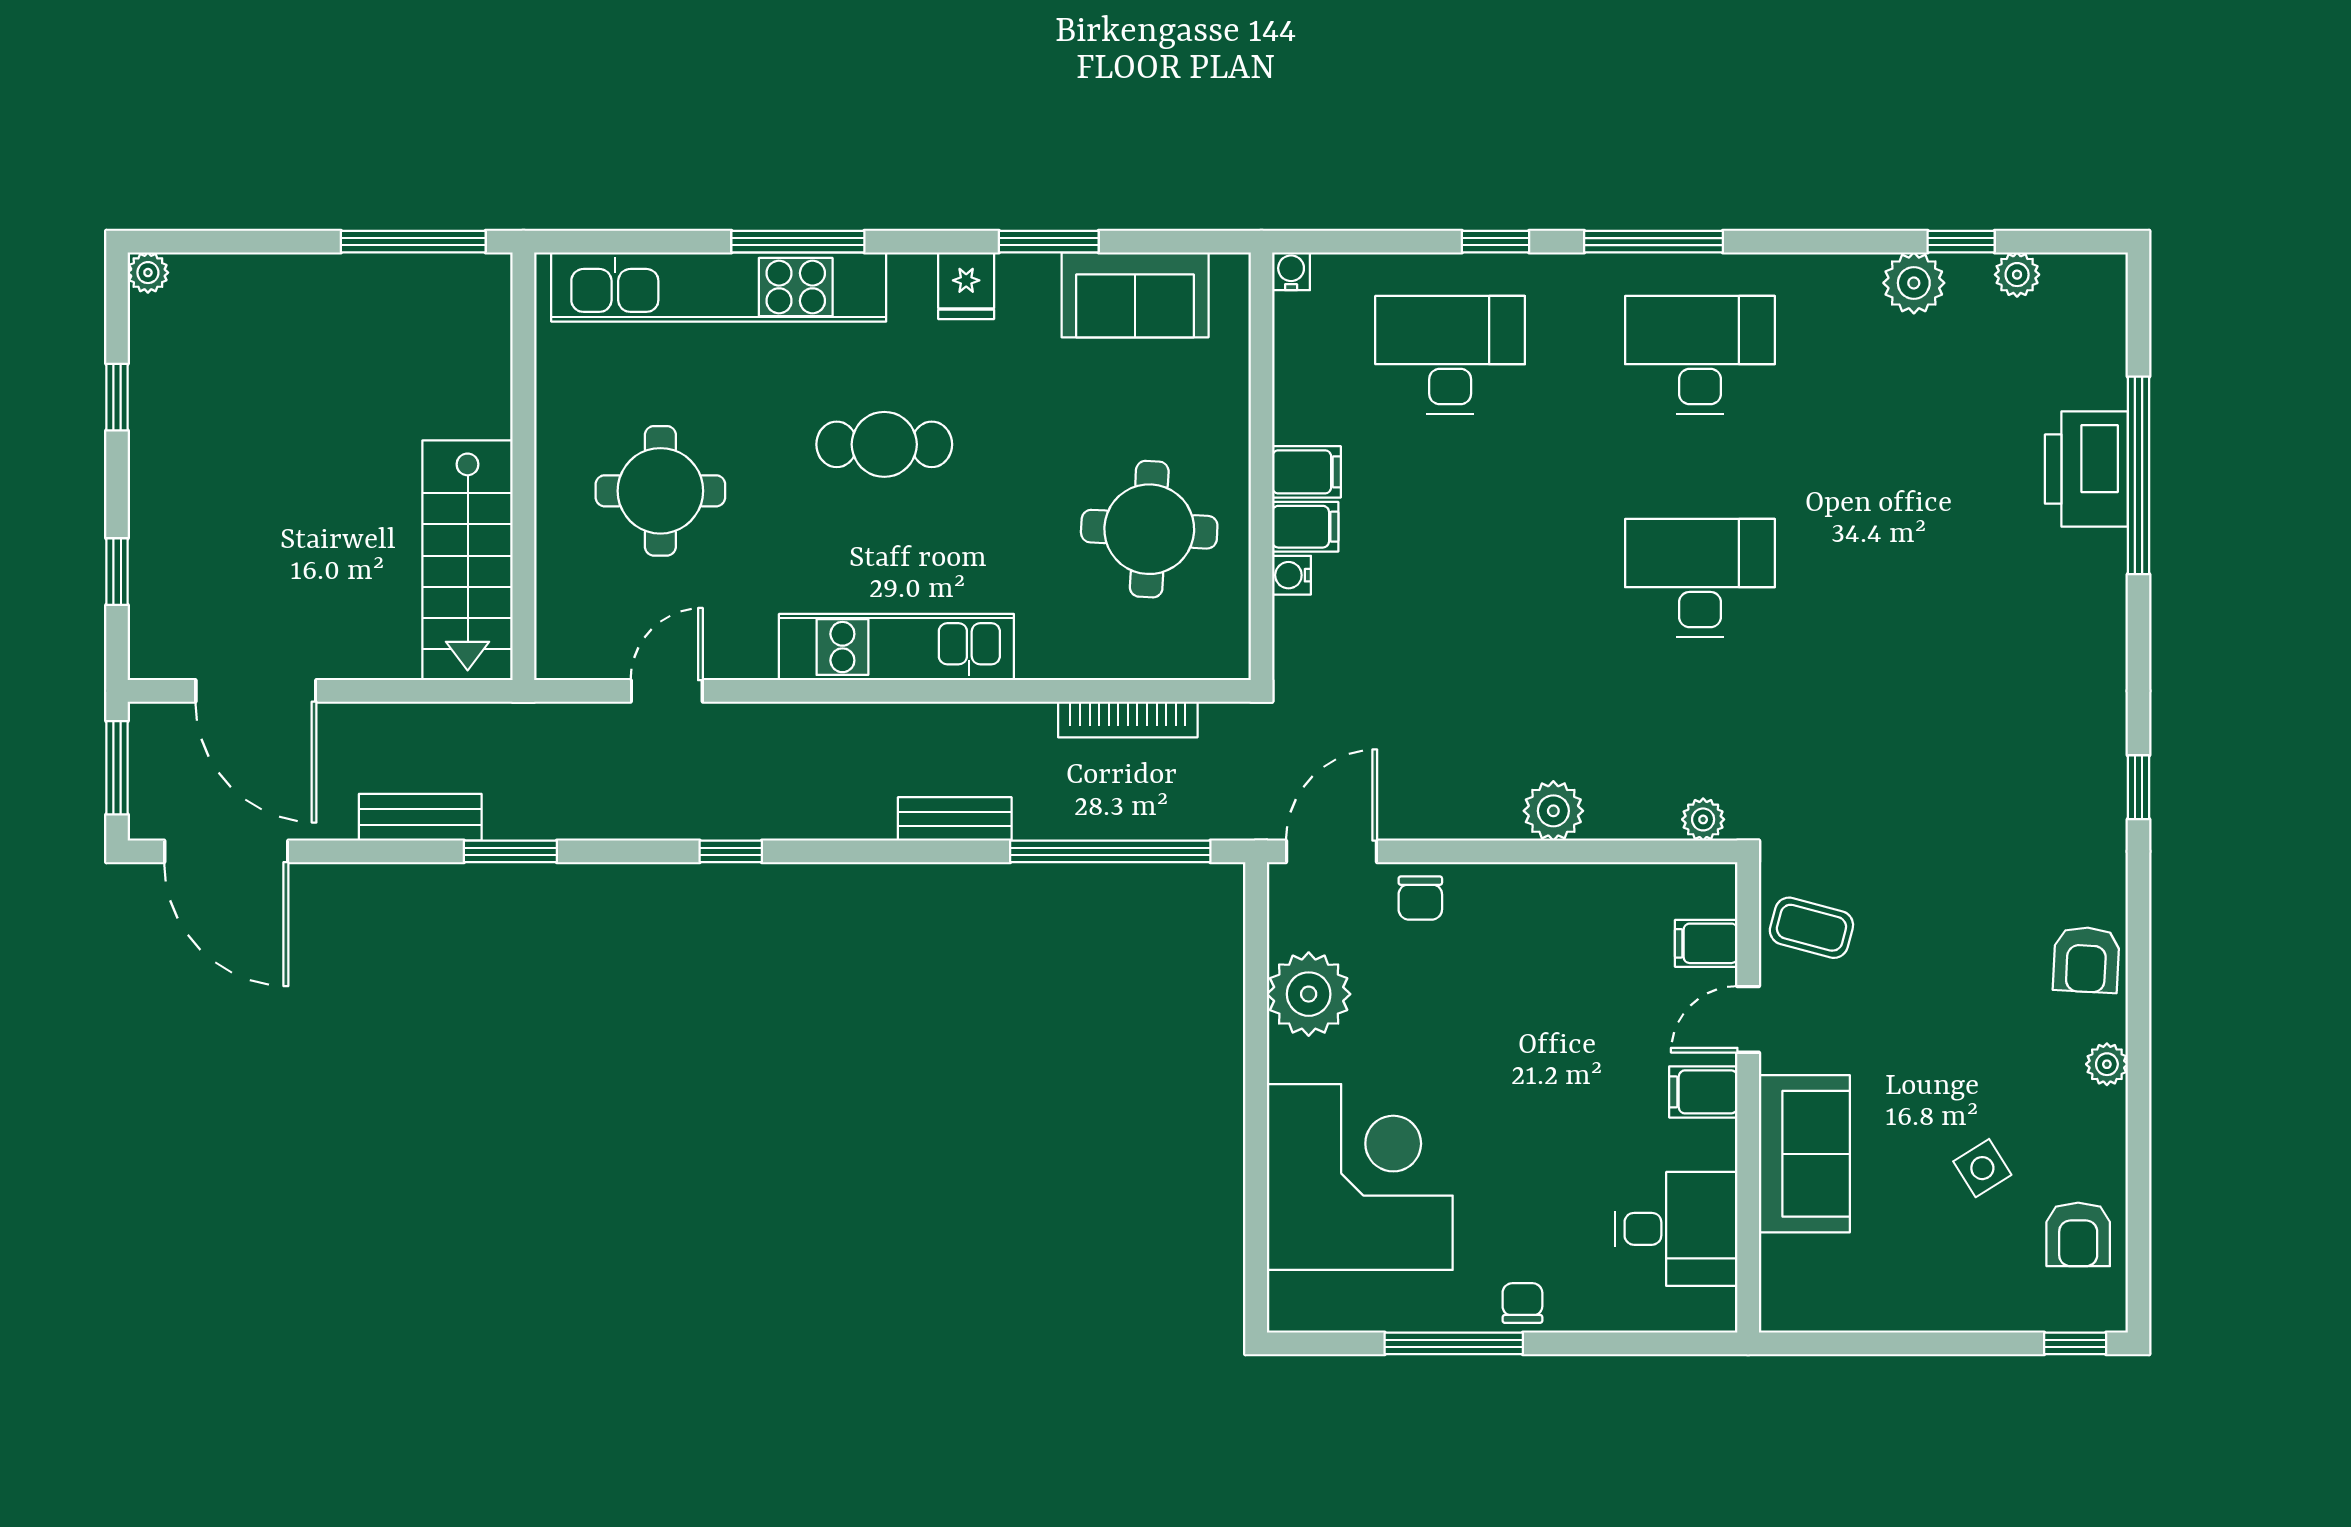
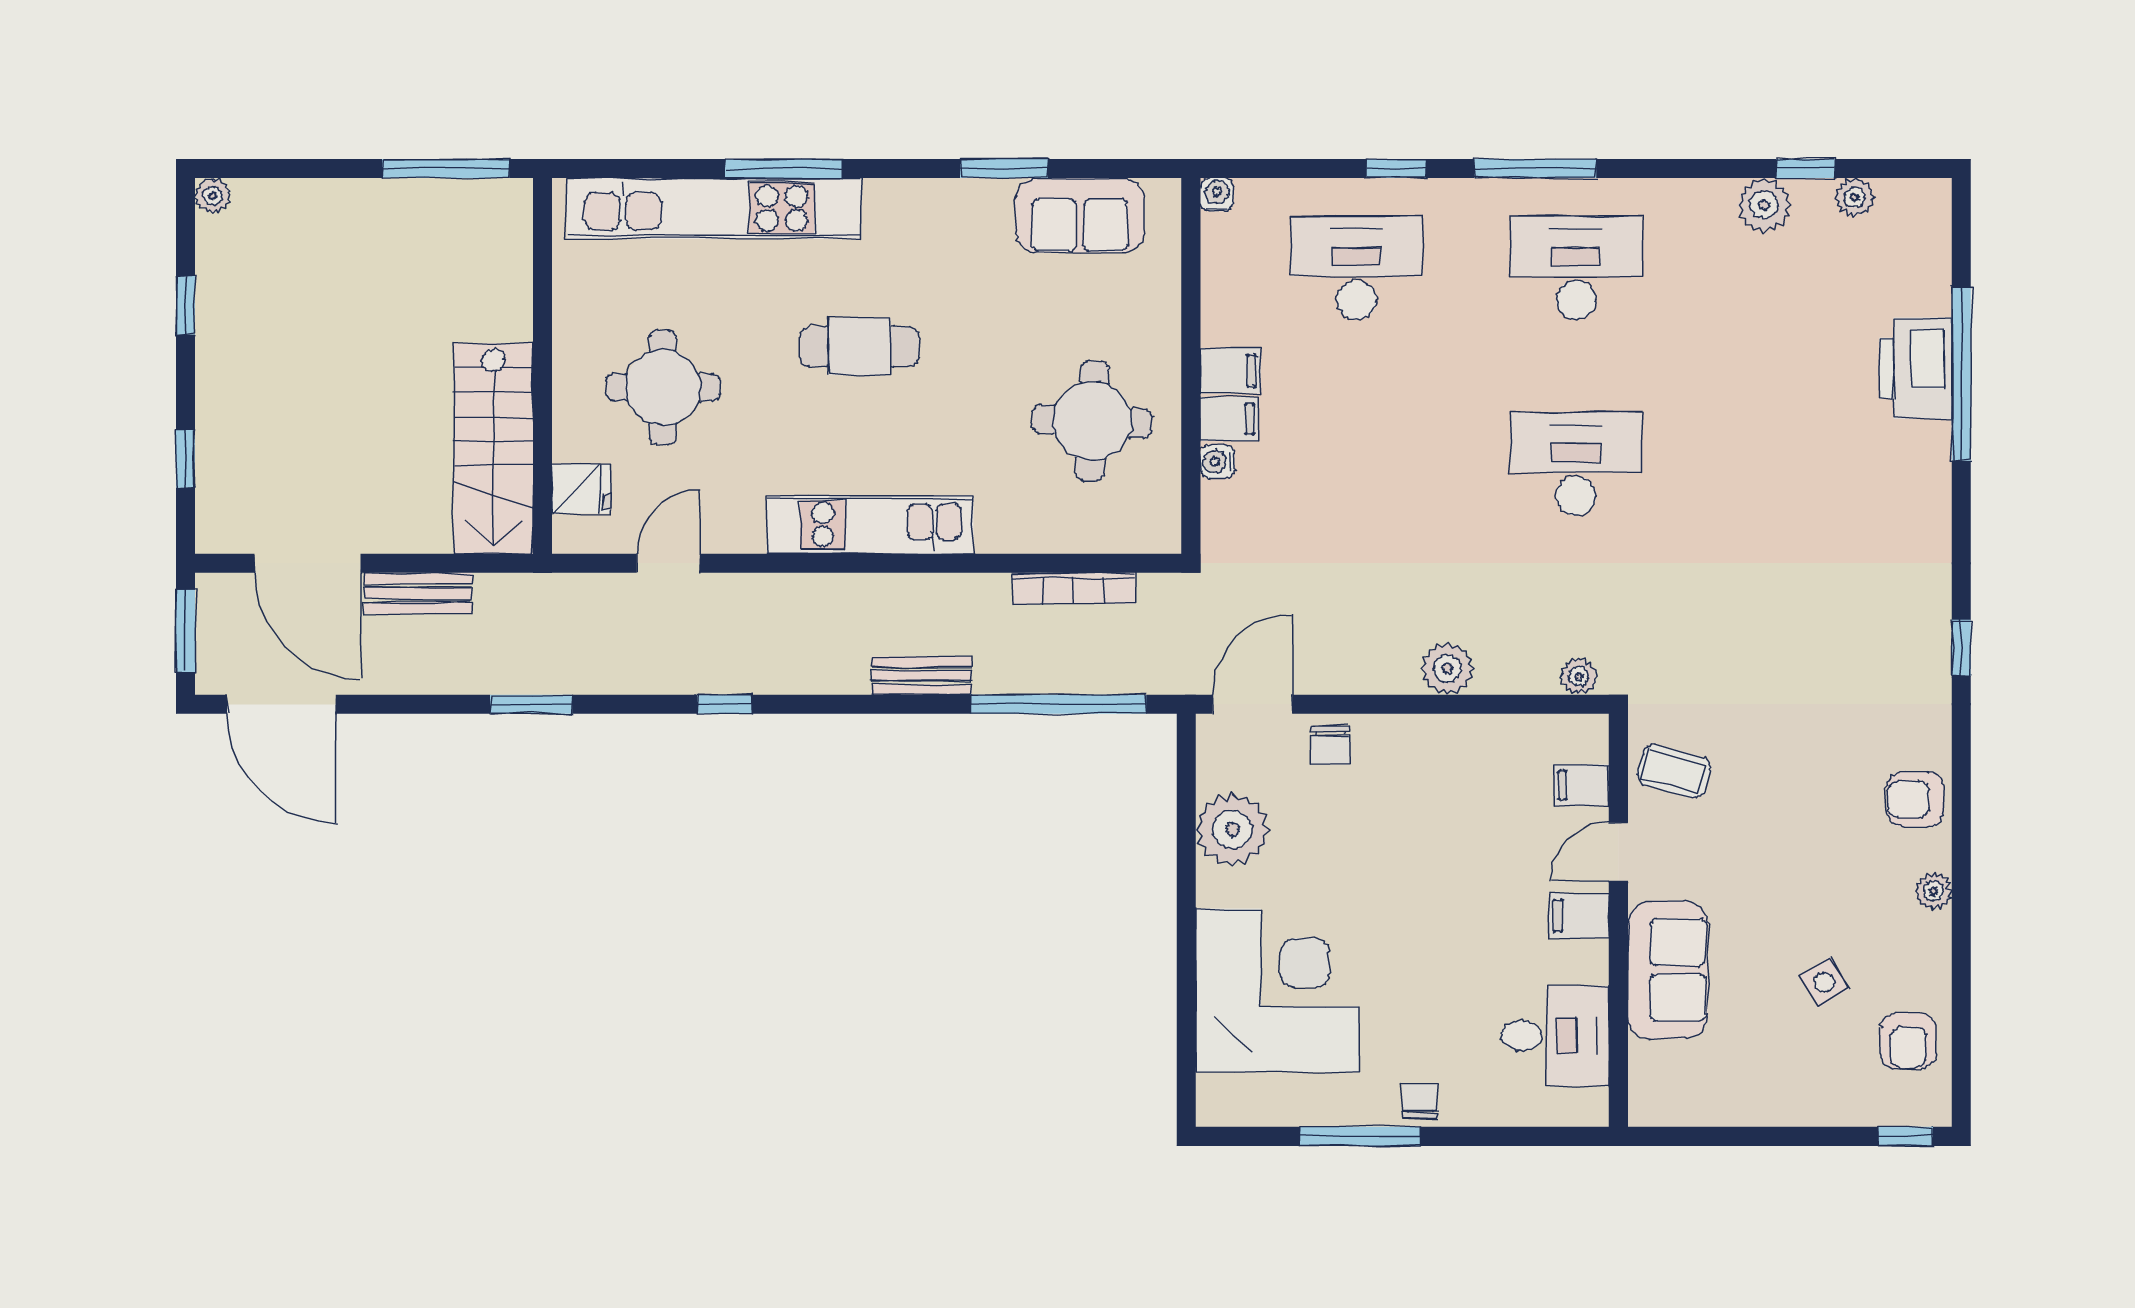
fridge: (966, 286) -> (581, 489), moved, turned -90
bench: (420, 817) -> (418, 593), moved
armchair: (2086, 960) -> (1915, 799), turned 87

